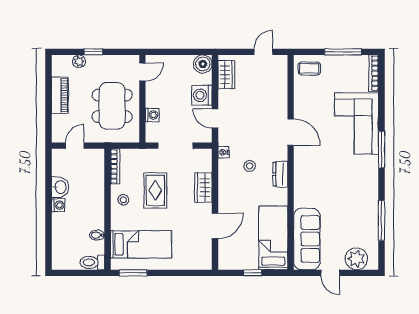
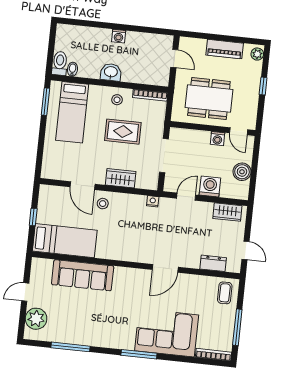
plant: (79, 61) -> (257, 54), moved
boiler: (203, 64) -> (242, 172), moved
washing machine: (152, 115) -> (217, 139), moved
stool: (250, 166) -> (103, 204), moved
dresser: (280, 174) -> (213, 263), moved
washbasin: (60, 187) -> (111, 72), moved, turned 180
bidet: (97, 235) -> (72, 69), moved
sofa: (307, 239) -> (83, 275), moved

